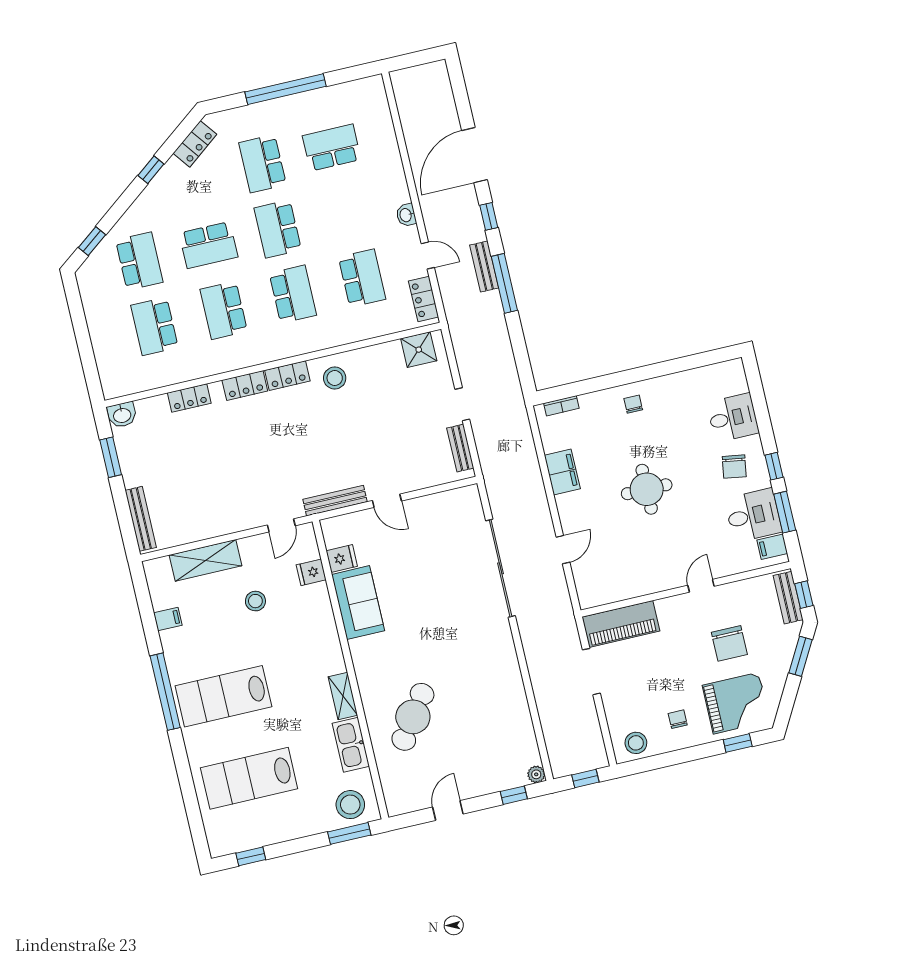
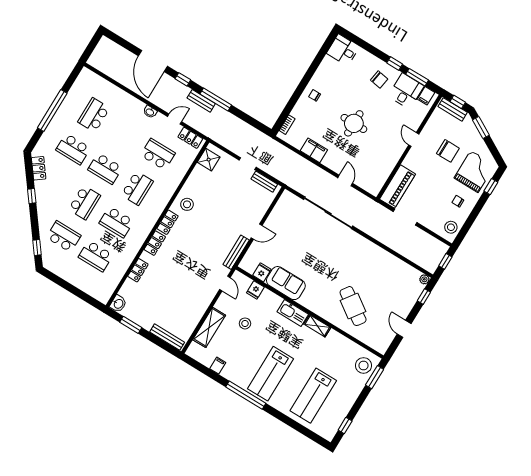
school desk: (293, 294) -> (137, 188), turned 90
desk: (733, 418) -> (343, 50), moved, turned -90
kitchen sink: (351, 745) -> (293, 313), moved

